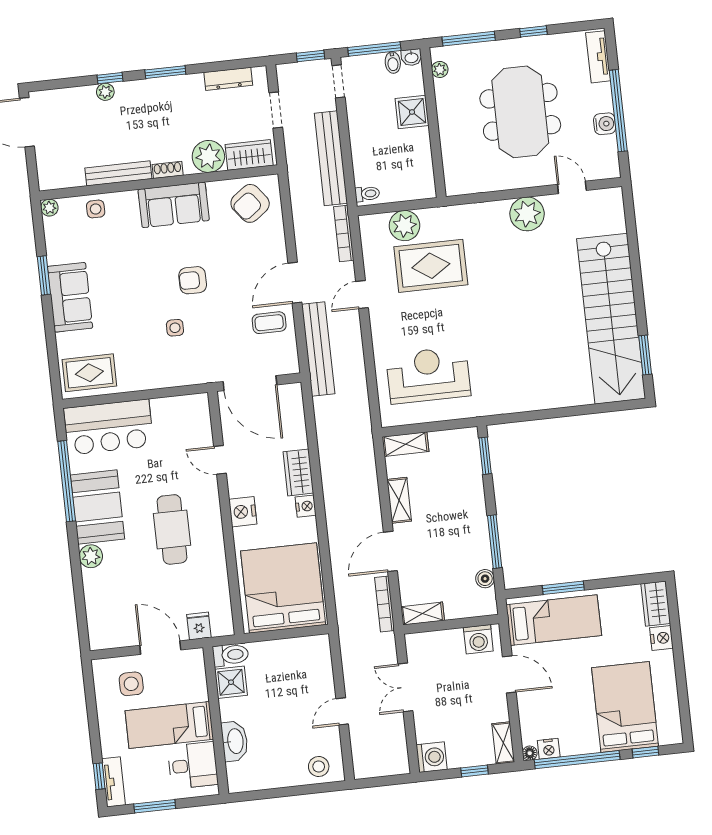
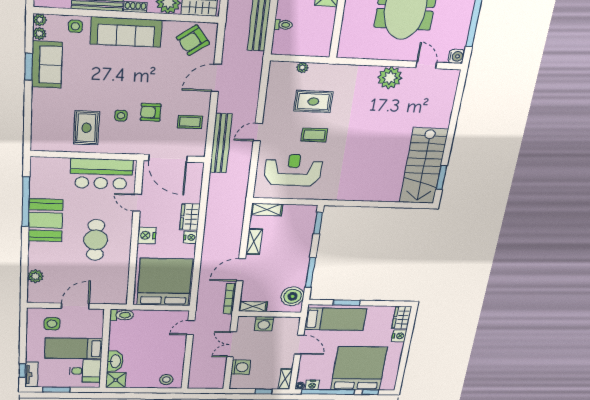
water cooler: (605, 124) -> (456, 56), moved
toilet: (367, 194) -> (283, 25), moved
sofa: (174, 205) -> (126, 32), width x1.36
plant: (405, 226) -> (302, 68), width x0.53, depth x0.53
plant: (52, 227) -> (39, 33), added
bookcase: (344, 234) -> (257, 71), removed
rug: (431, 266) -> (313, 101), width x0.73, depth x0.70
armchair: (193, 280) -> (151, 112), moved
door: (295, 283) -> (216, 78), moved
door: (362, 295) -> (258, 132), moved
sofa: (70, 297) -> (47, 65), moved
coffee table: (445, 316) -> (314, 135), added
stairs: (611, 319) -> (424, 166), width x0.73
rug: (89, 373) -> (86, 128), moved, turned 90
bar counter: (109, 427) -> (101, 174), moved
plant: (91, 556) -> (35, 276), moved
boiler: (485, 579) -> (293, 296), width x1.86, depth x1.86
fridge: (199, 626) -> (104, 297), removed
washing machine: (478, 639) -> (264, 324), moved
door: (160, 648) -> (75, 306), hinge flipped
shower: (231, 682) -> (116, 380), moved
bed: (625, 707) -> (359, 369), width x1.36
door: (342, 711) -> (191, 328), moved
washing machine: (432, 757) -> (241, 367), moved

